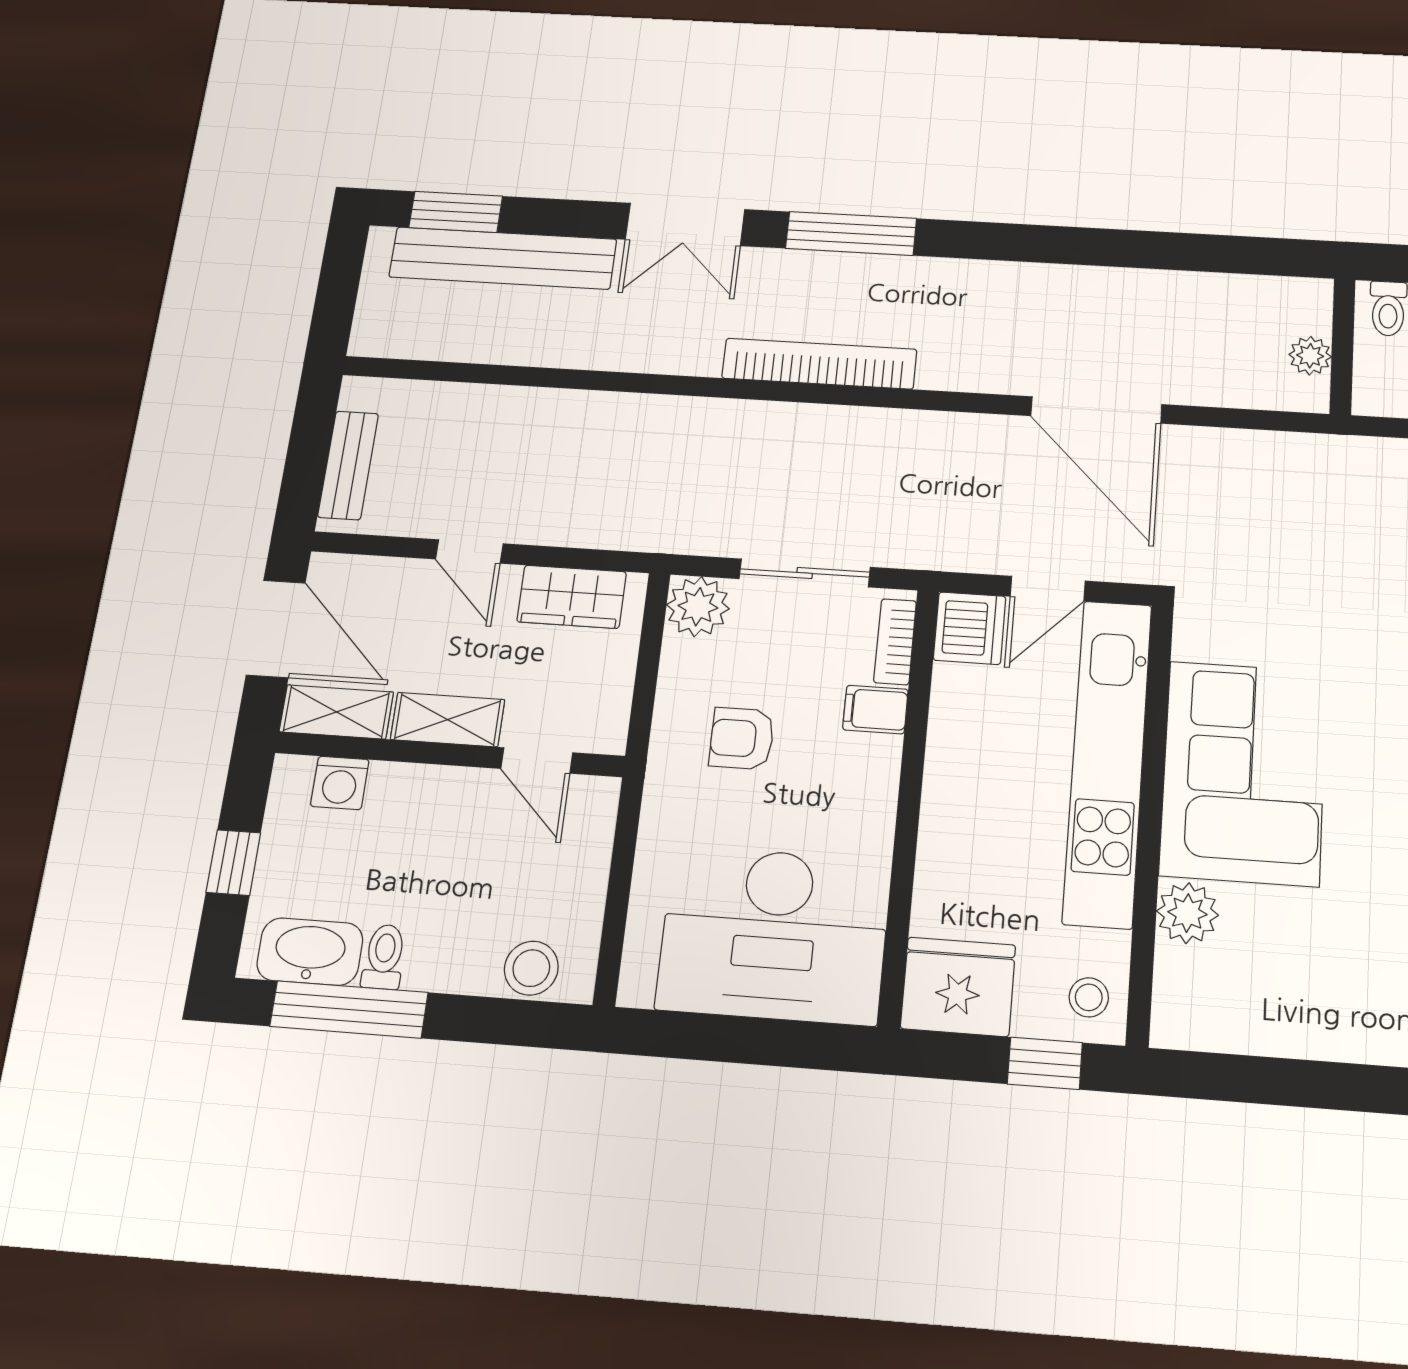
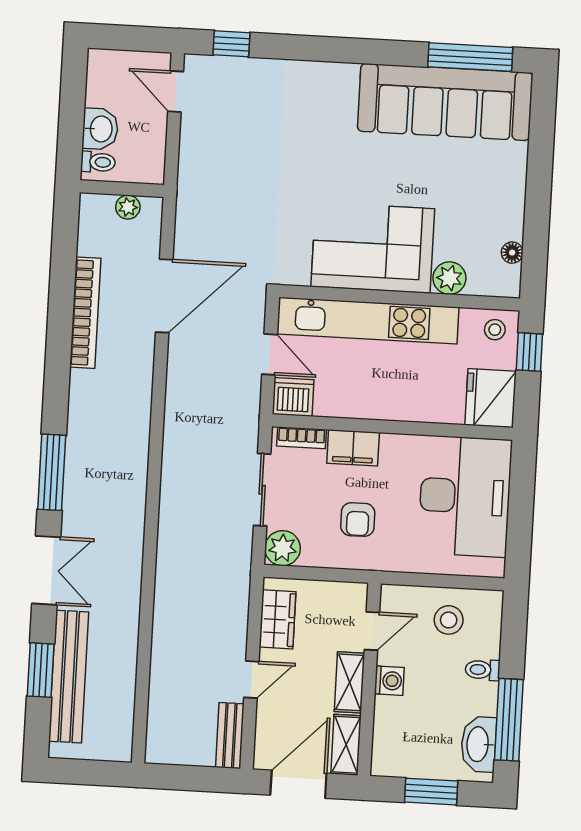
window: (456, 212) -> (41, 670), moved
bookcase: (819, 364) -> (85, 313), moved, turned 180
door: (1096, 410) -> (164, 296), moved
bench: (348, 465) -> (230, 736), moved, turned 90
filing cabinet: (875, 710) -> (353, 448), width x2.00
washing machine: (340, 783) -> (389, 681), moved
window: (233, 863) -> (431, 792), width x1.50
toilet: (384, 957) -> (483, 670), moved
stool: (531, 968) -> (449, 620), moved
floor lamp: (1237, 1034) -> (512, 253), added

